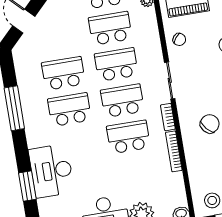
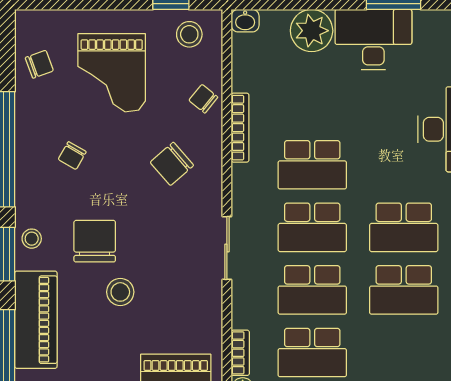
chair: (179, 39) -> (203, 99), moved
bookcase: (168, 117) -> (240, 353), moved

